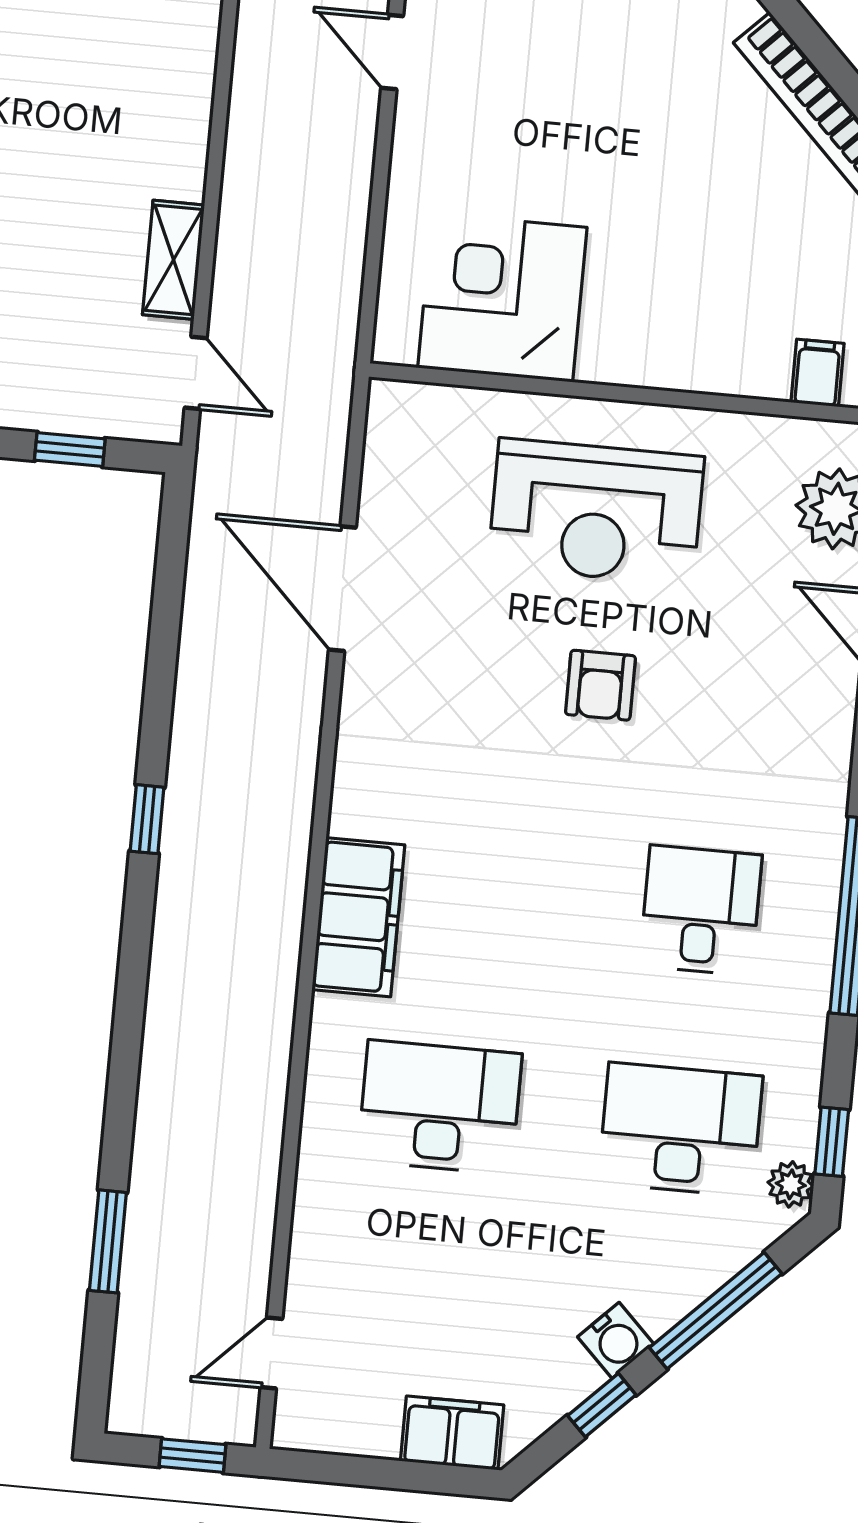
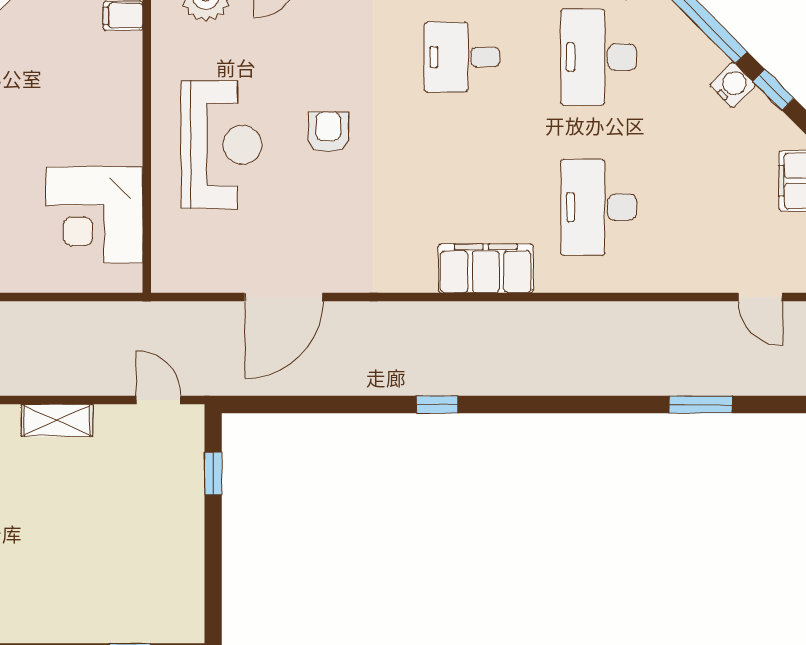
shelving: (174, 260) -> (57, 420), moved
door: (196, 373) -> (159, 400), hinge flipped
armchair: (600, 685) -> (328, 132), turned -90

